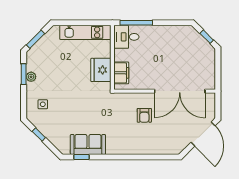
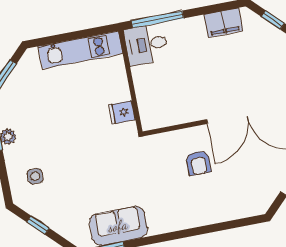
fridge: (101, 70) -> (122, 112), width x0.53, depth x0.75
filing cabinet: (121, 73) -> (224, 23), moved, turned 90

